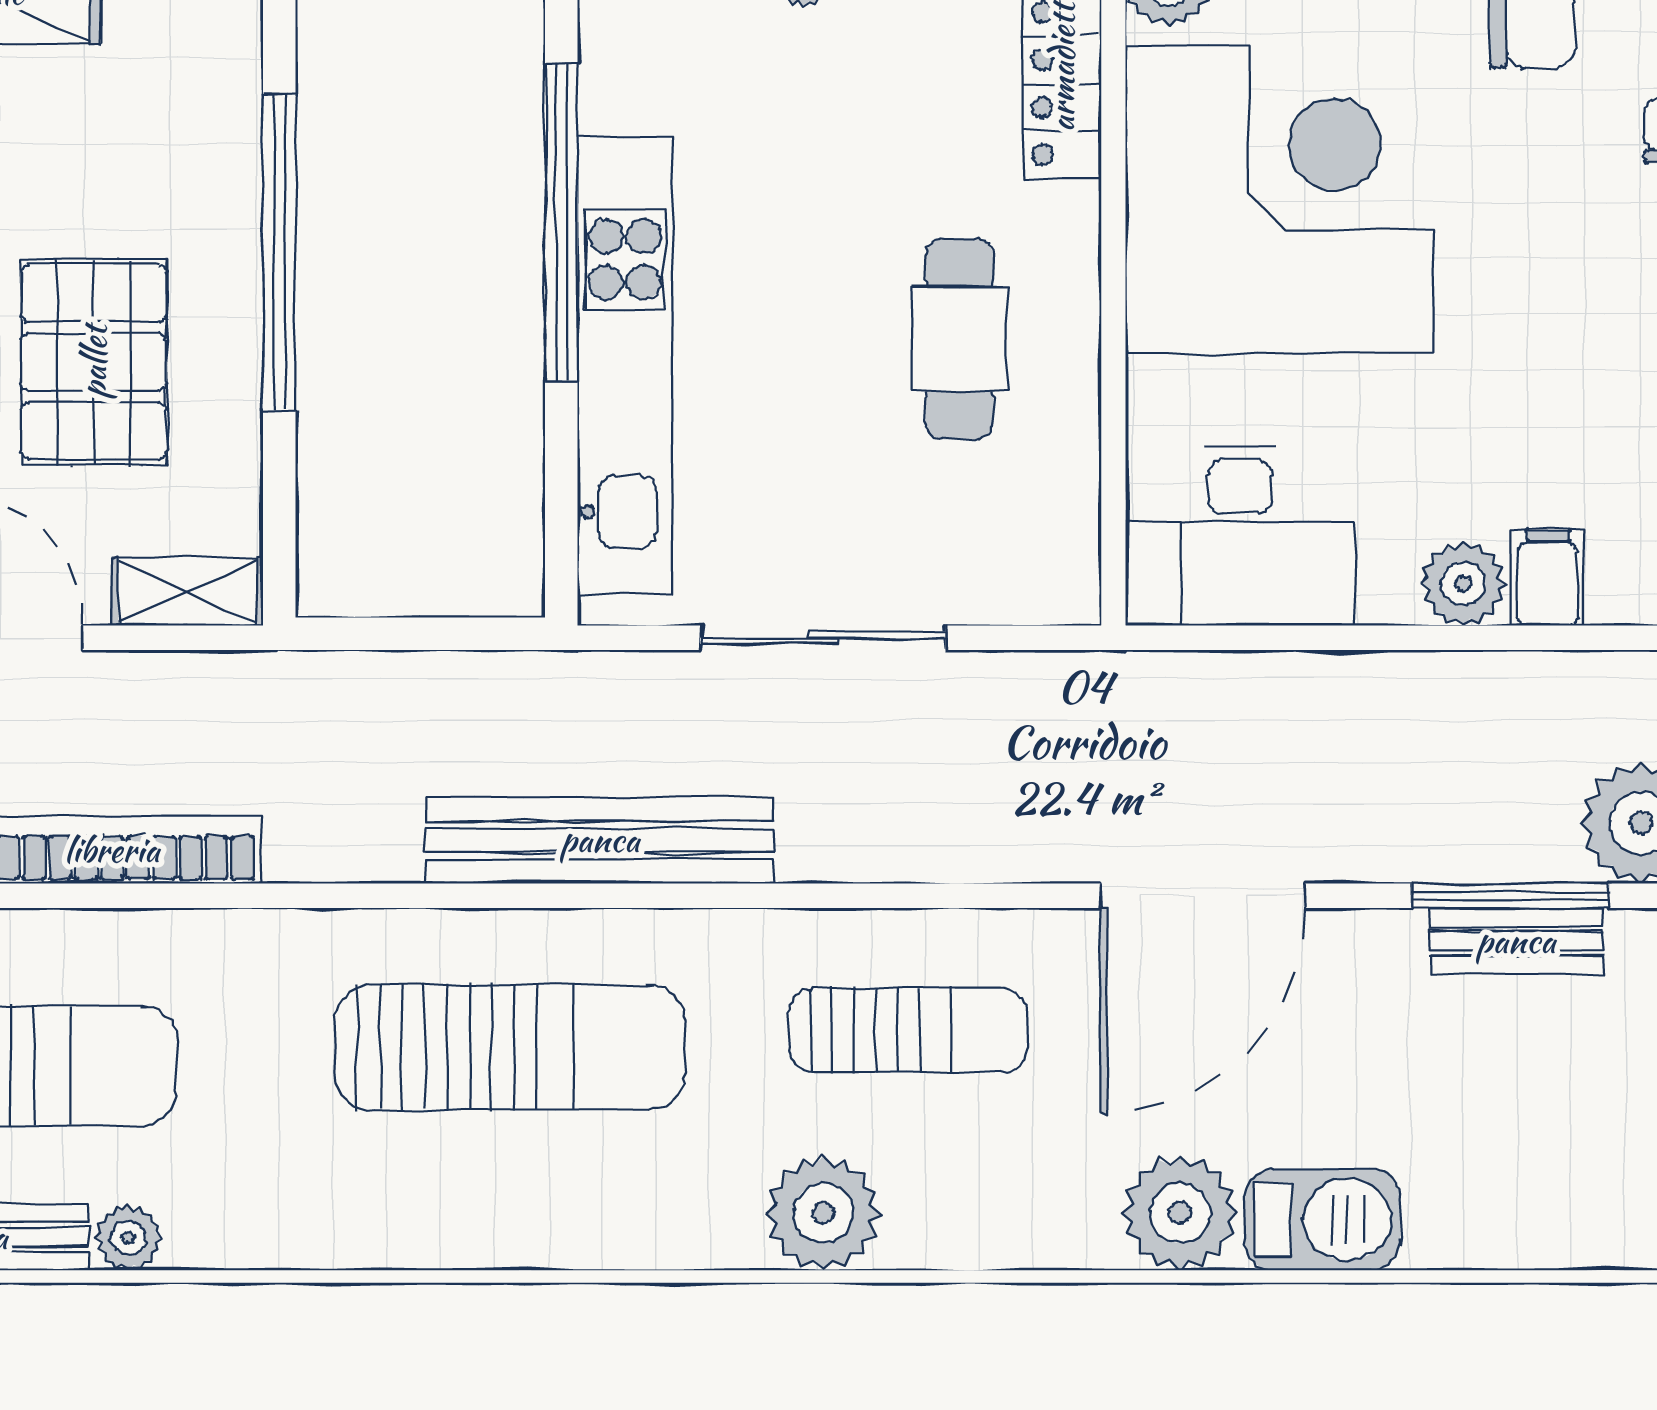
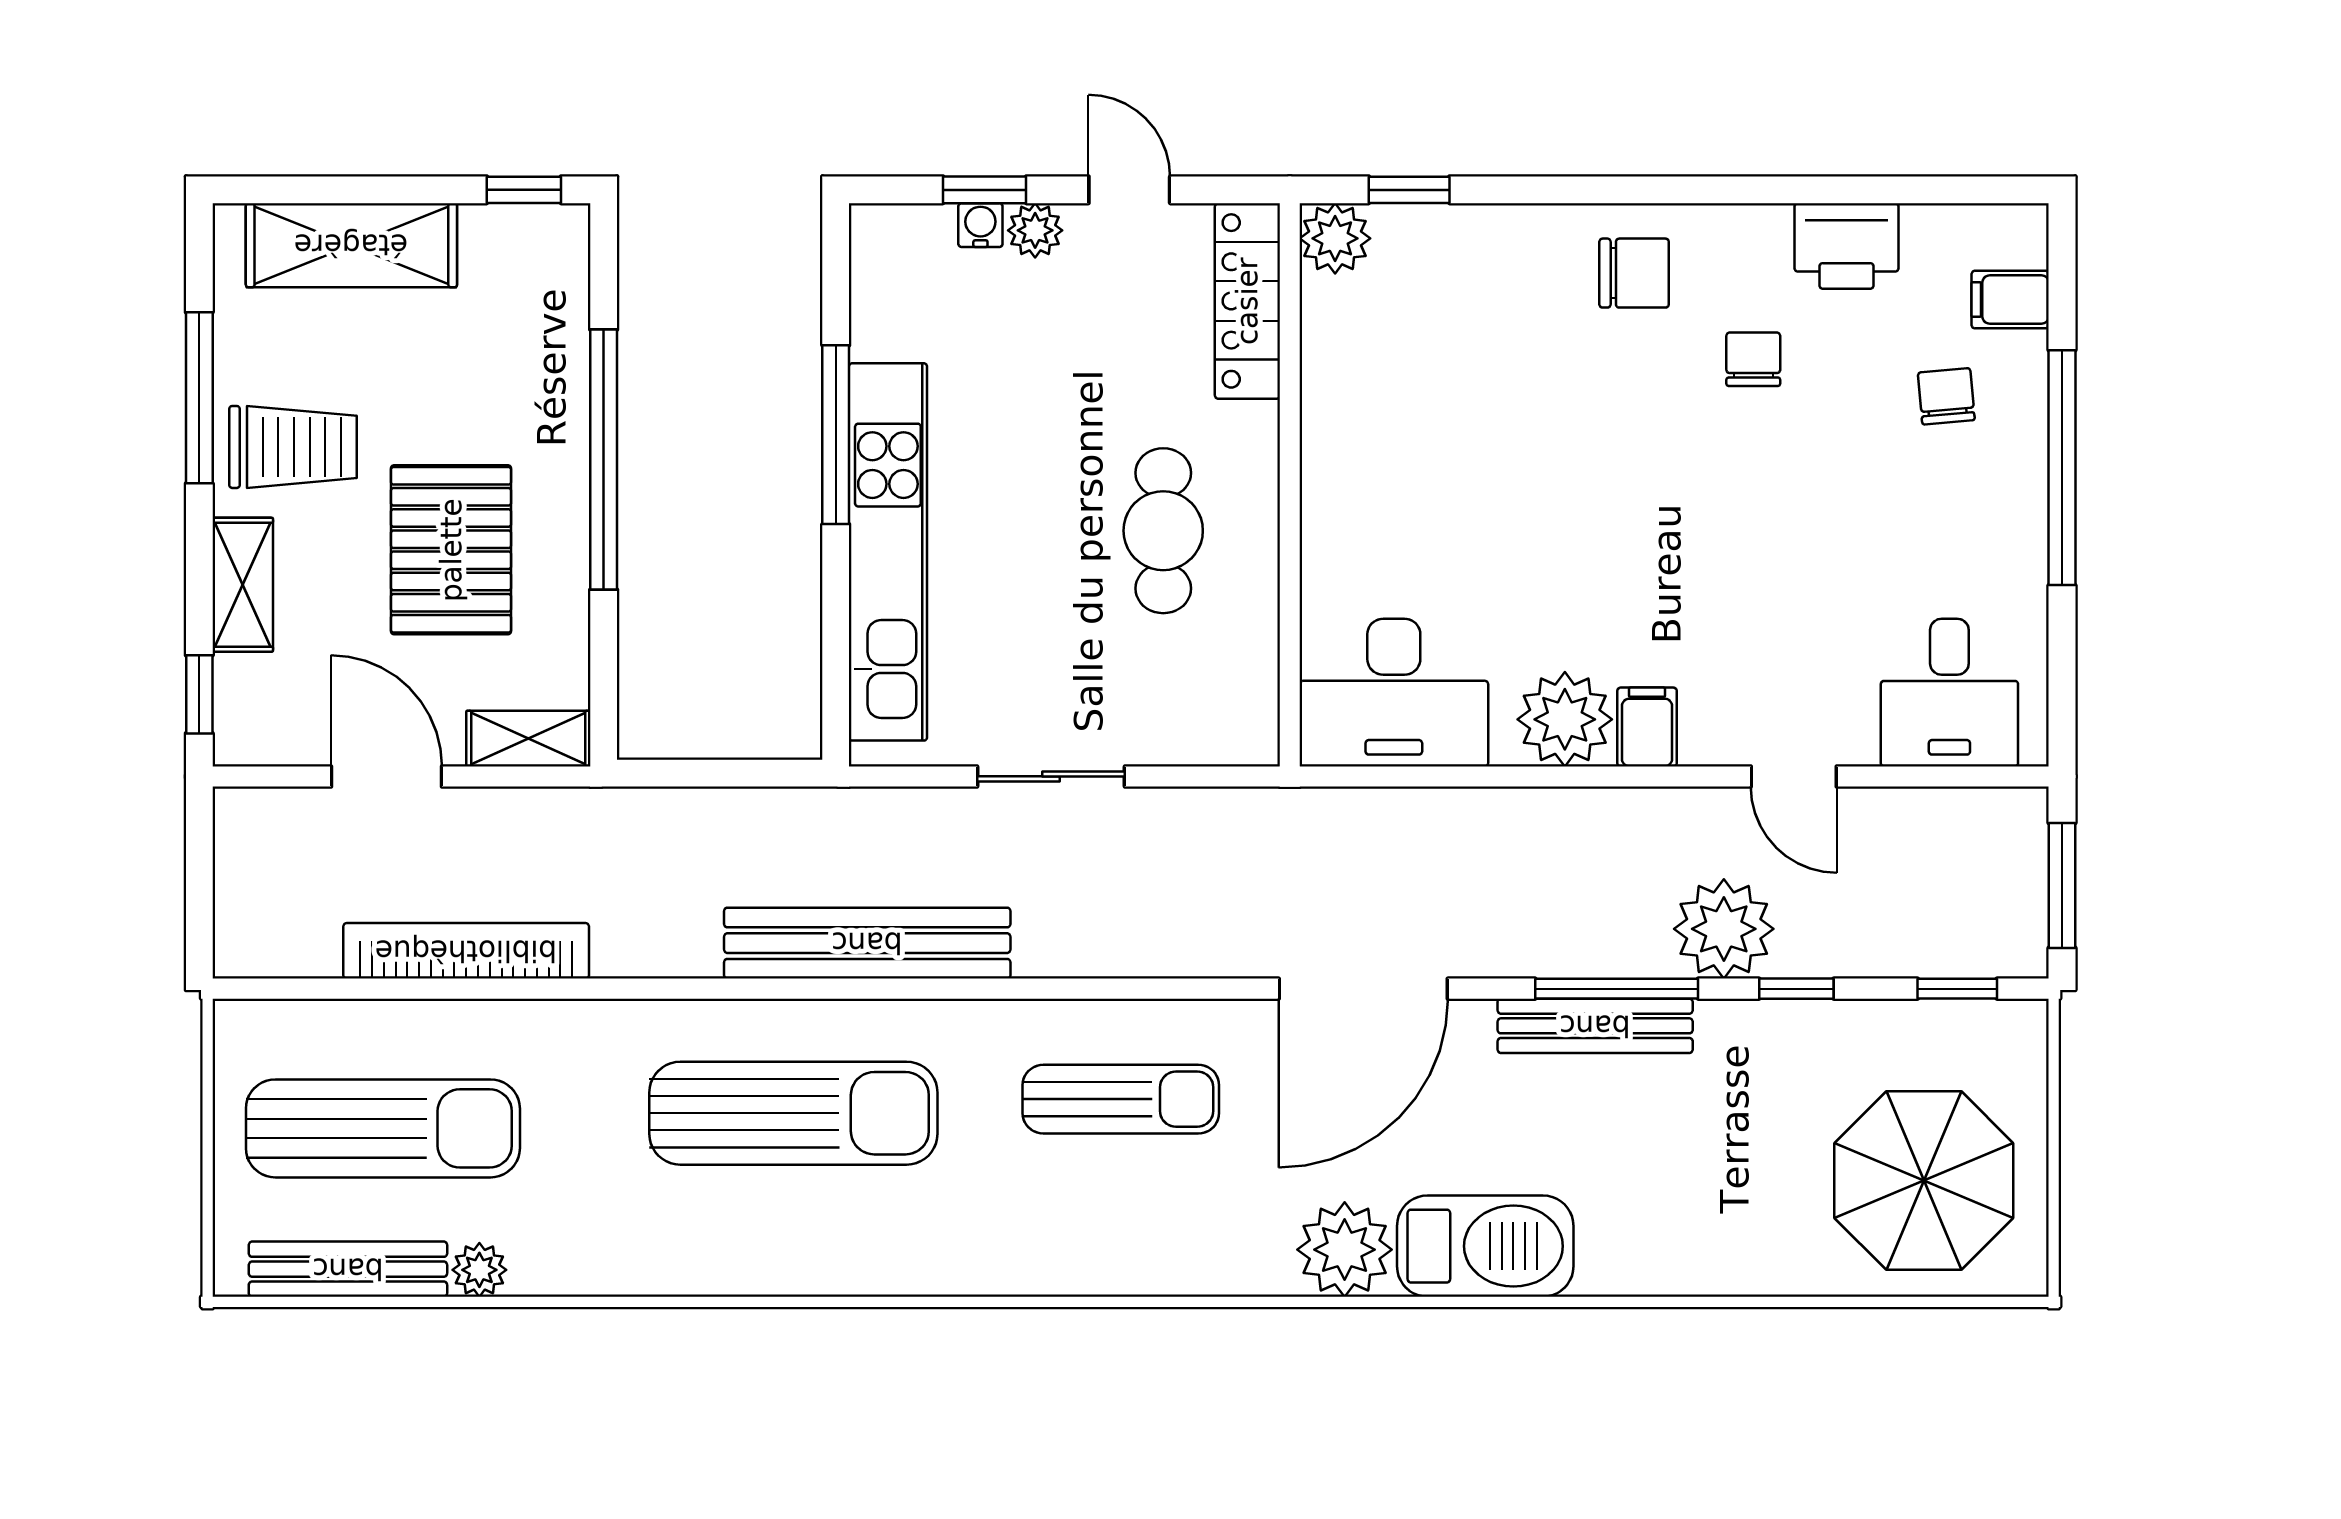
corner desk: (1279, 200) -> (1426, 416), removed
window: (561, 222) -> (836, 435), width x0.68
plant: (1463, 584) -> (1565, 719), width x1.36, depth x1.36
sliding door: (823, 638) -> (1051, 776), width x0.73
bench: (1516, 941) -> (1595, 1026), width x1.36
plant: (823, 1213) -> (1051, 1250), removed
barbecue: (1322, 1219) -> (1485, 1246), width x1.37, depth x1.21

